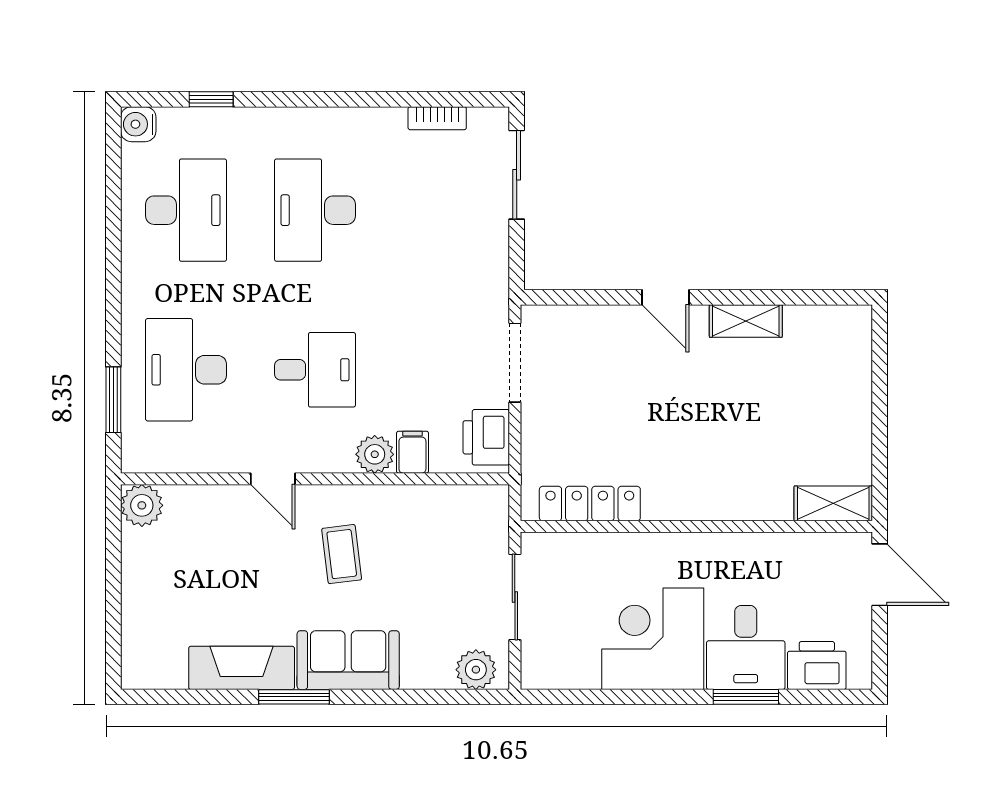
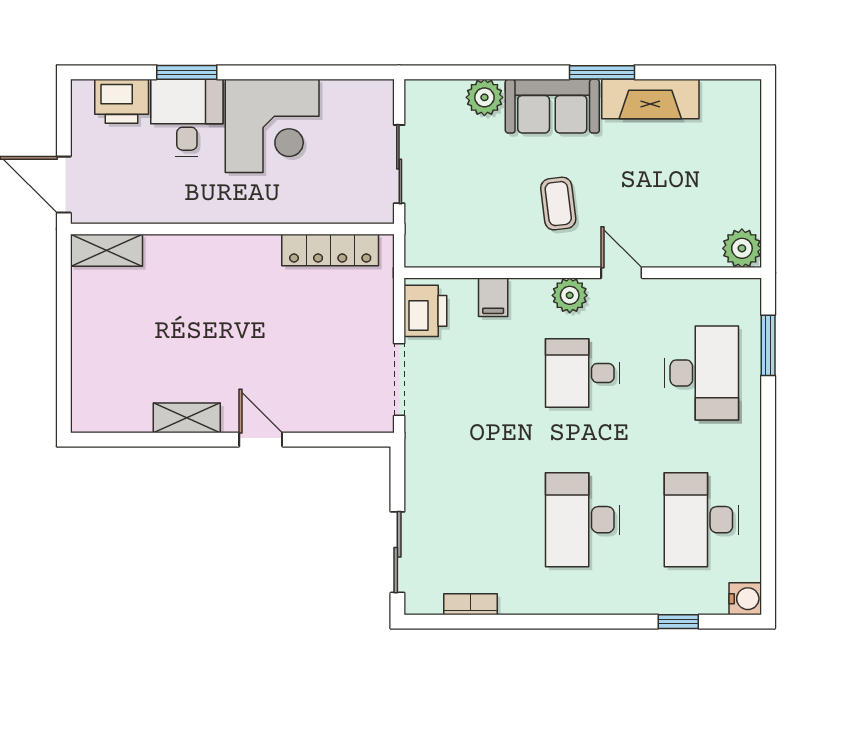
desk: (315, 210) -> (583, 520), turned 180
plant: (375, 454) -> (570, 295), moved
plant: (476, 670) -> (484, 97), moved

